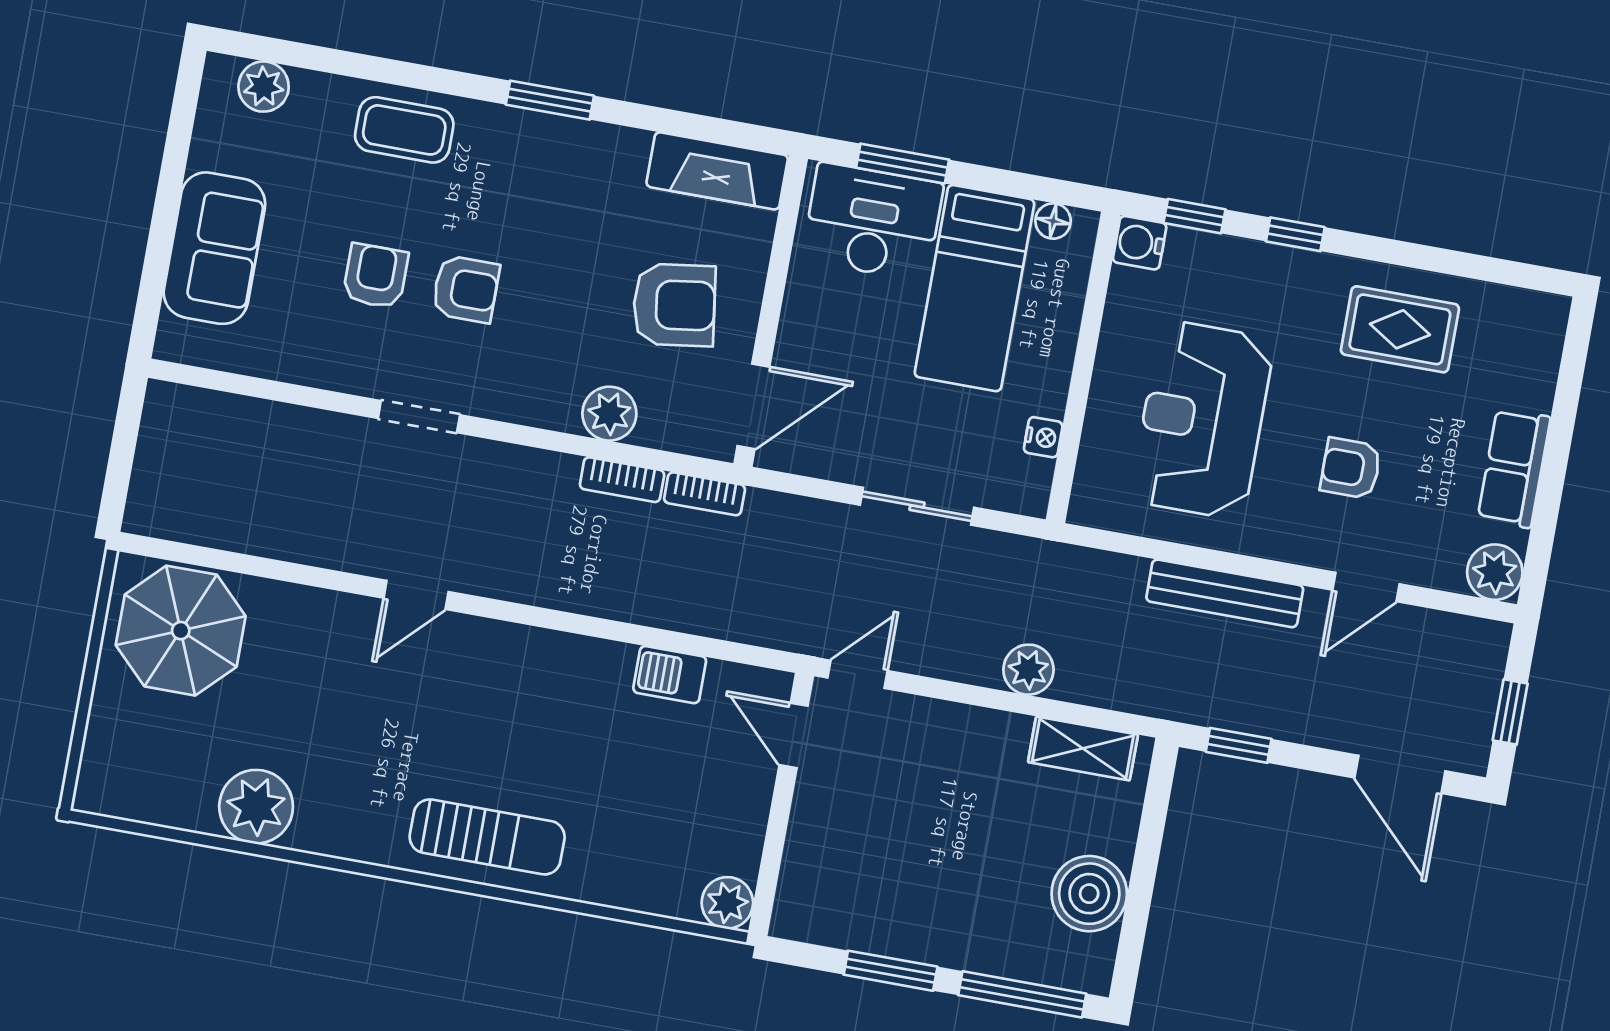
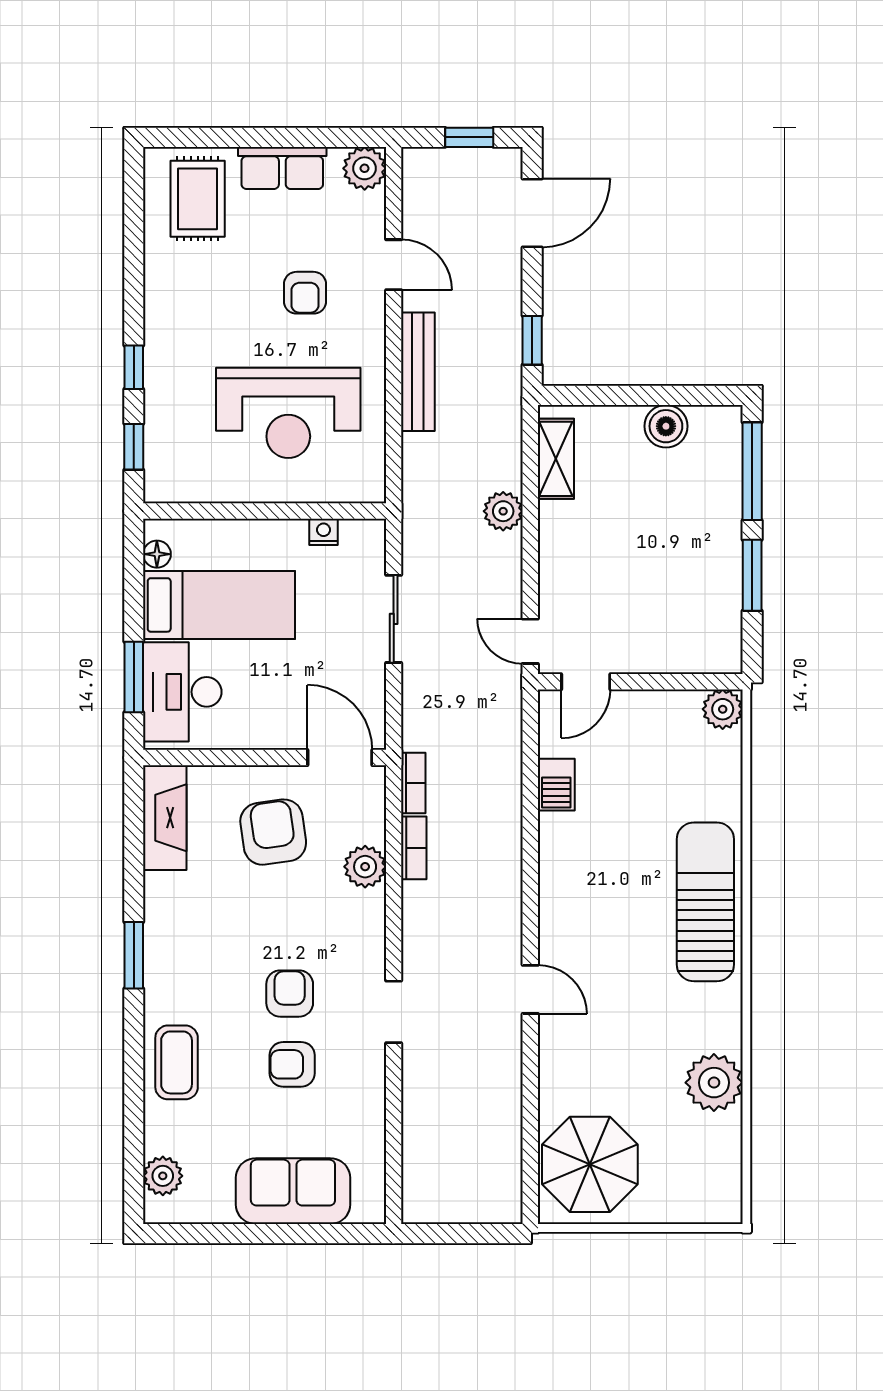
water cooler: (1140, 243) -> (162, 485), removed
rug: (1400, 329) -> (198, 199), moved
sun lounger: (487, 837) -> (705, 902), width x1.36, depth x1.34
boiler: (1089, 894) -> (666, 426), width x0.73, depth x0.73

